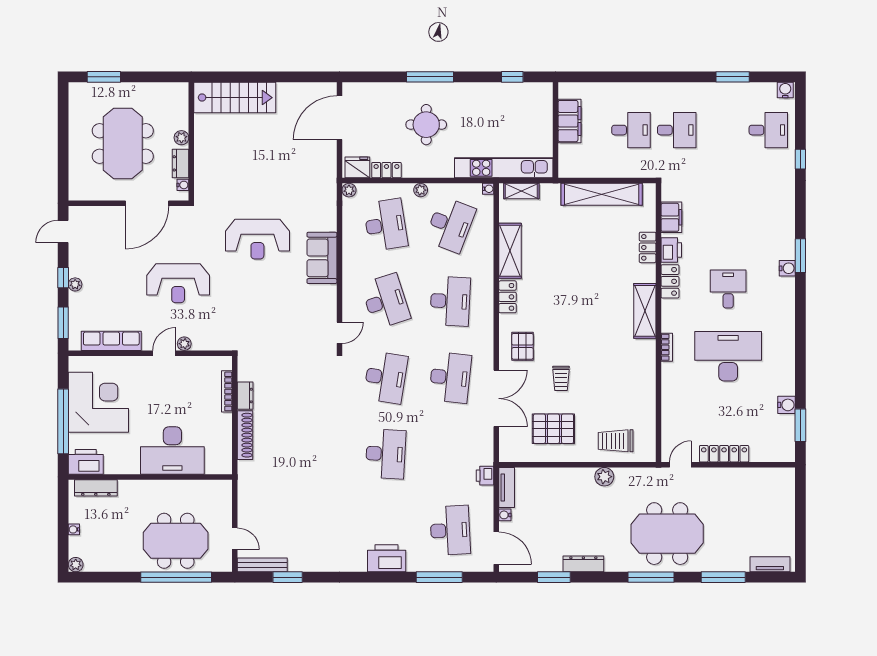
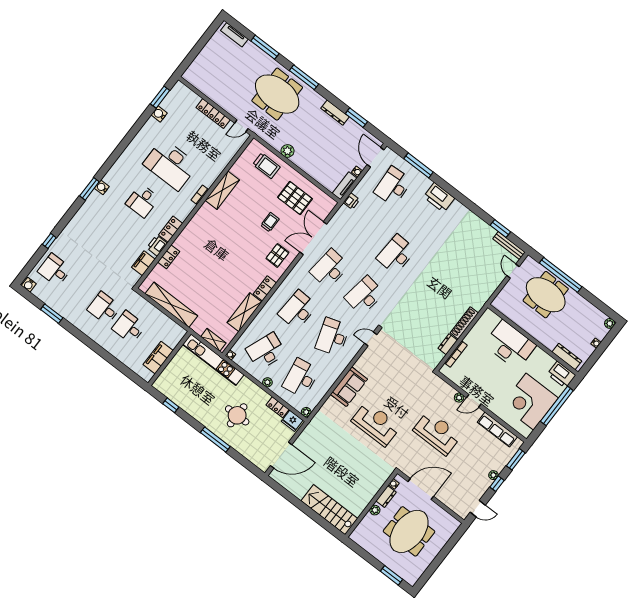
shelving: (645, 311) -> (222, 190), moved

